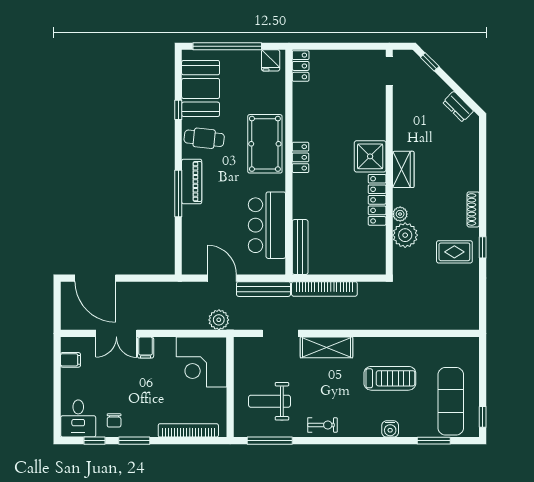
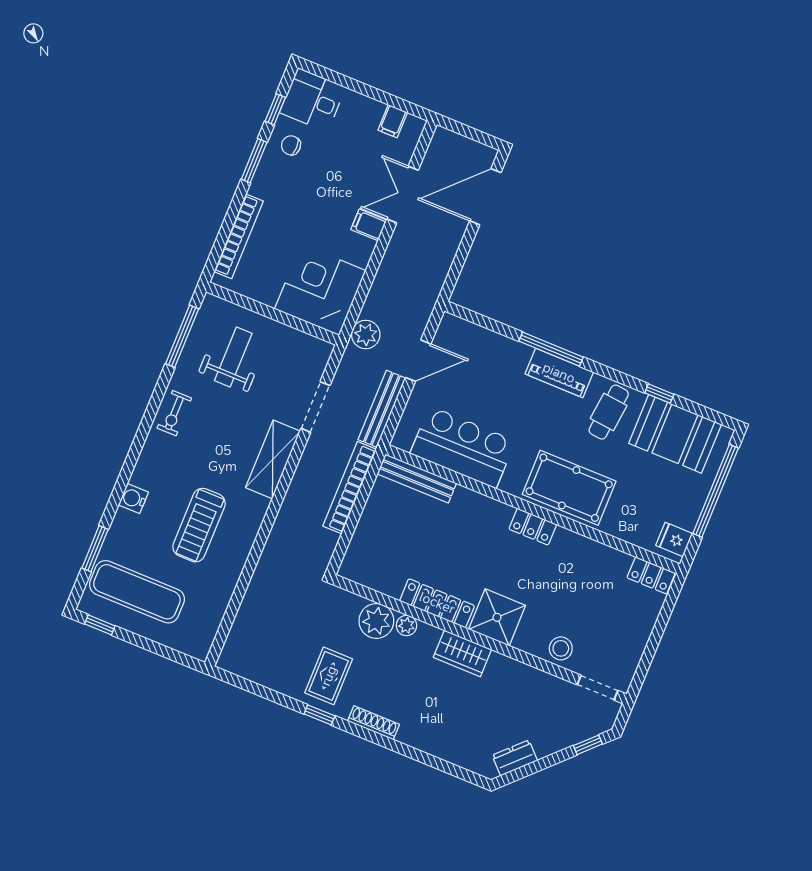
stool: (373, 106) -> (561, 648), added

